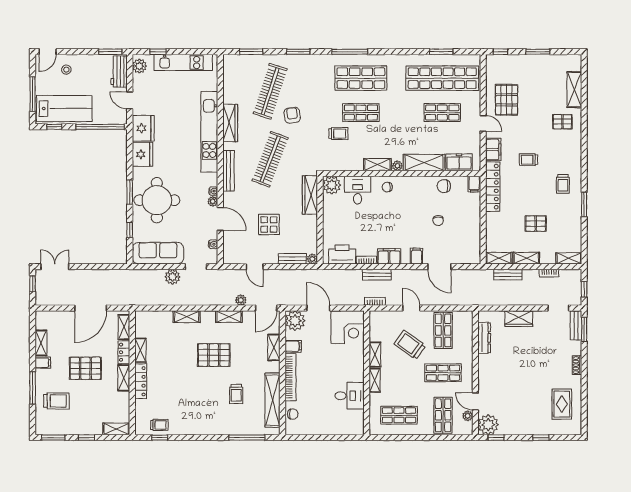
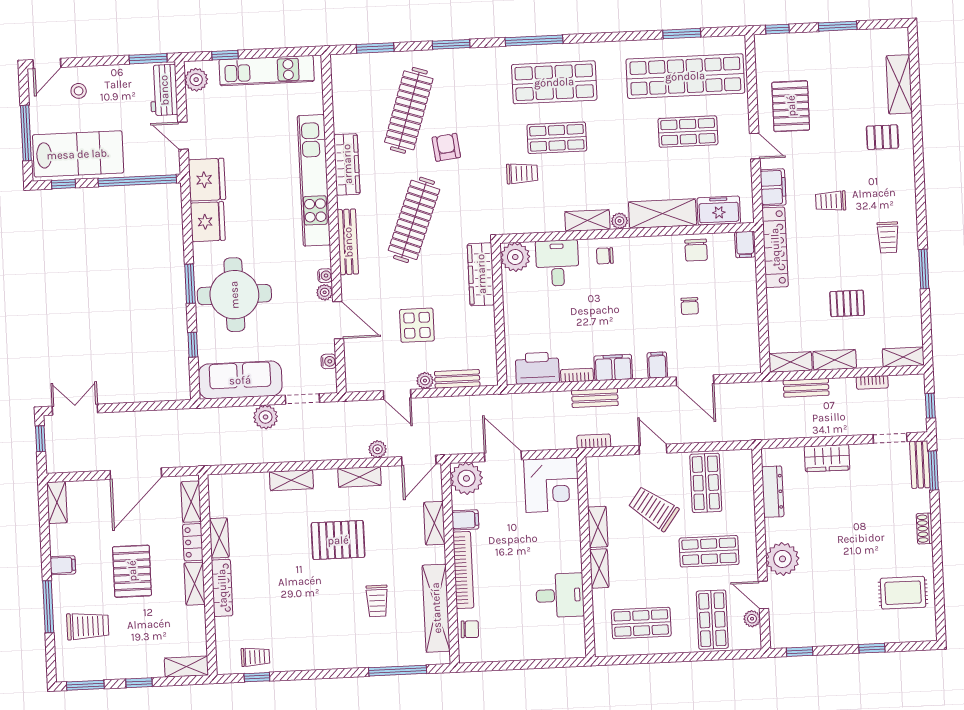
chair: (444, 186) -> (696, 250), turned -90
plant: (312, 259) -> (425, 381), moved
shelving: (41, 343) -> (57, 502), moved
pallet: (85, 368) -> (132, 571), turned 90
rug: (562, 404) -> (903, 593), turned 90
plant: (488, 425) -> (782, 559), moved

